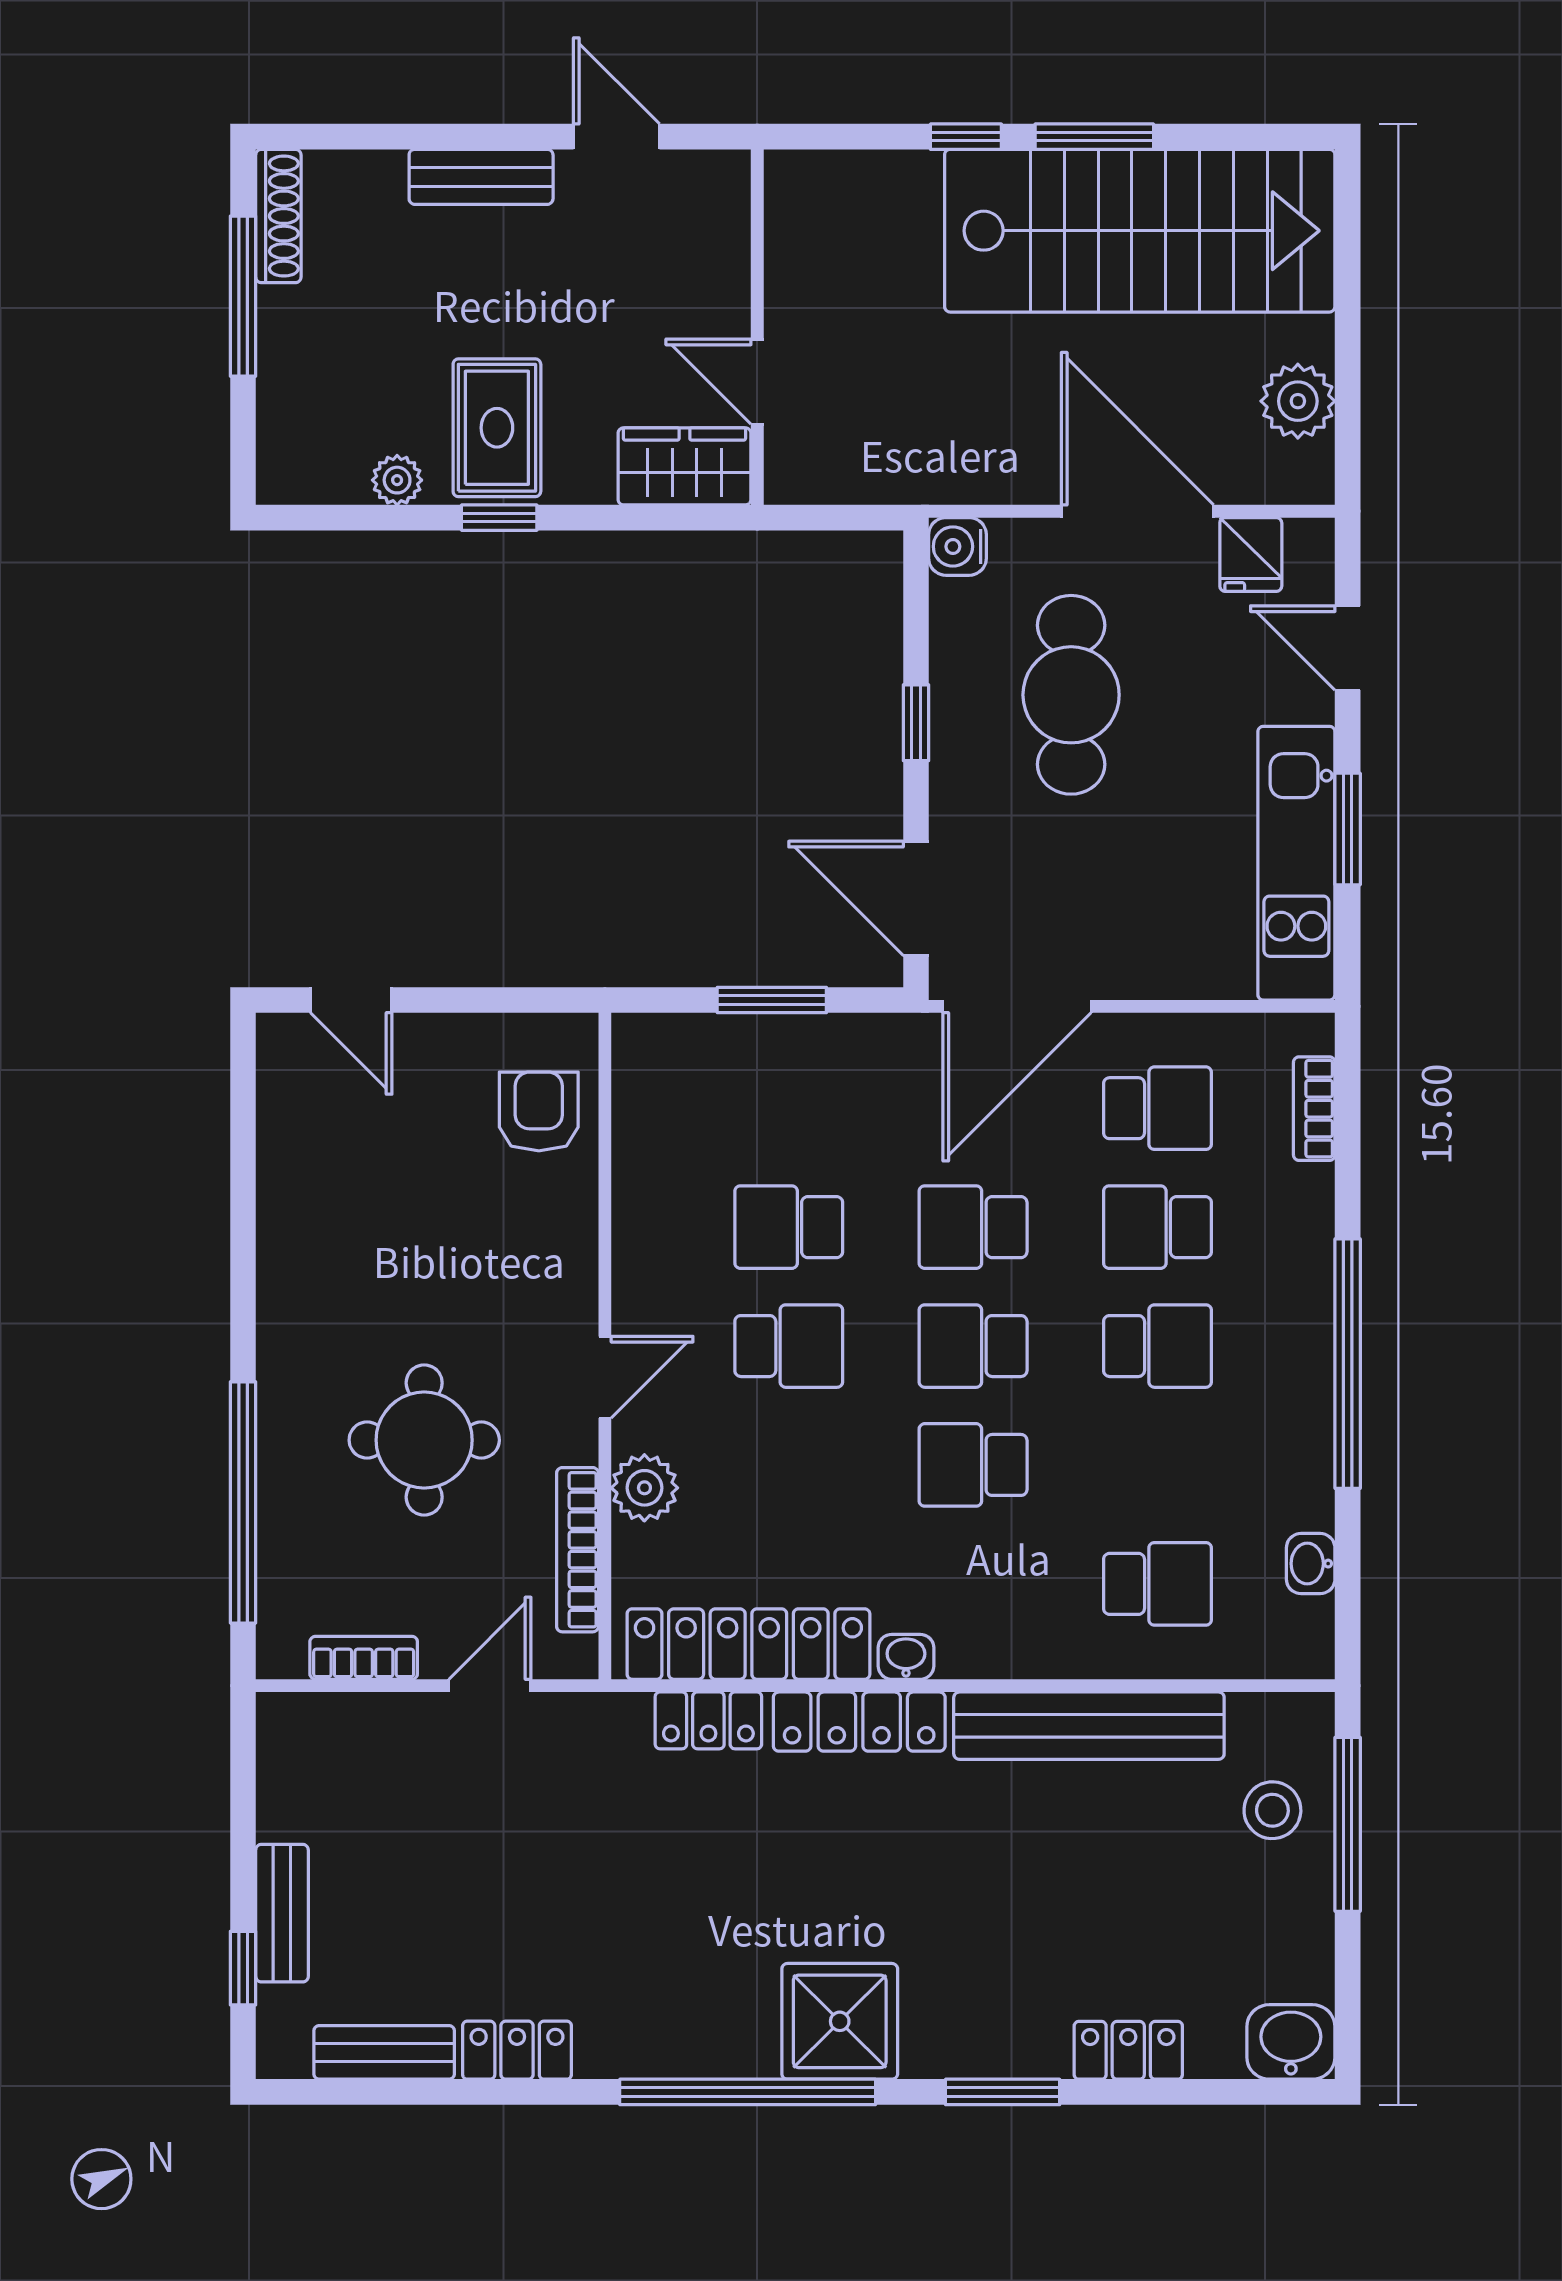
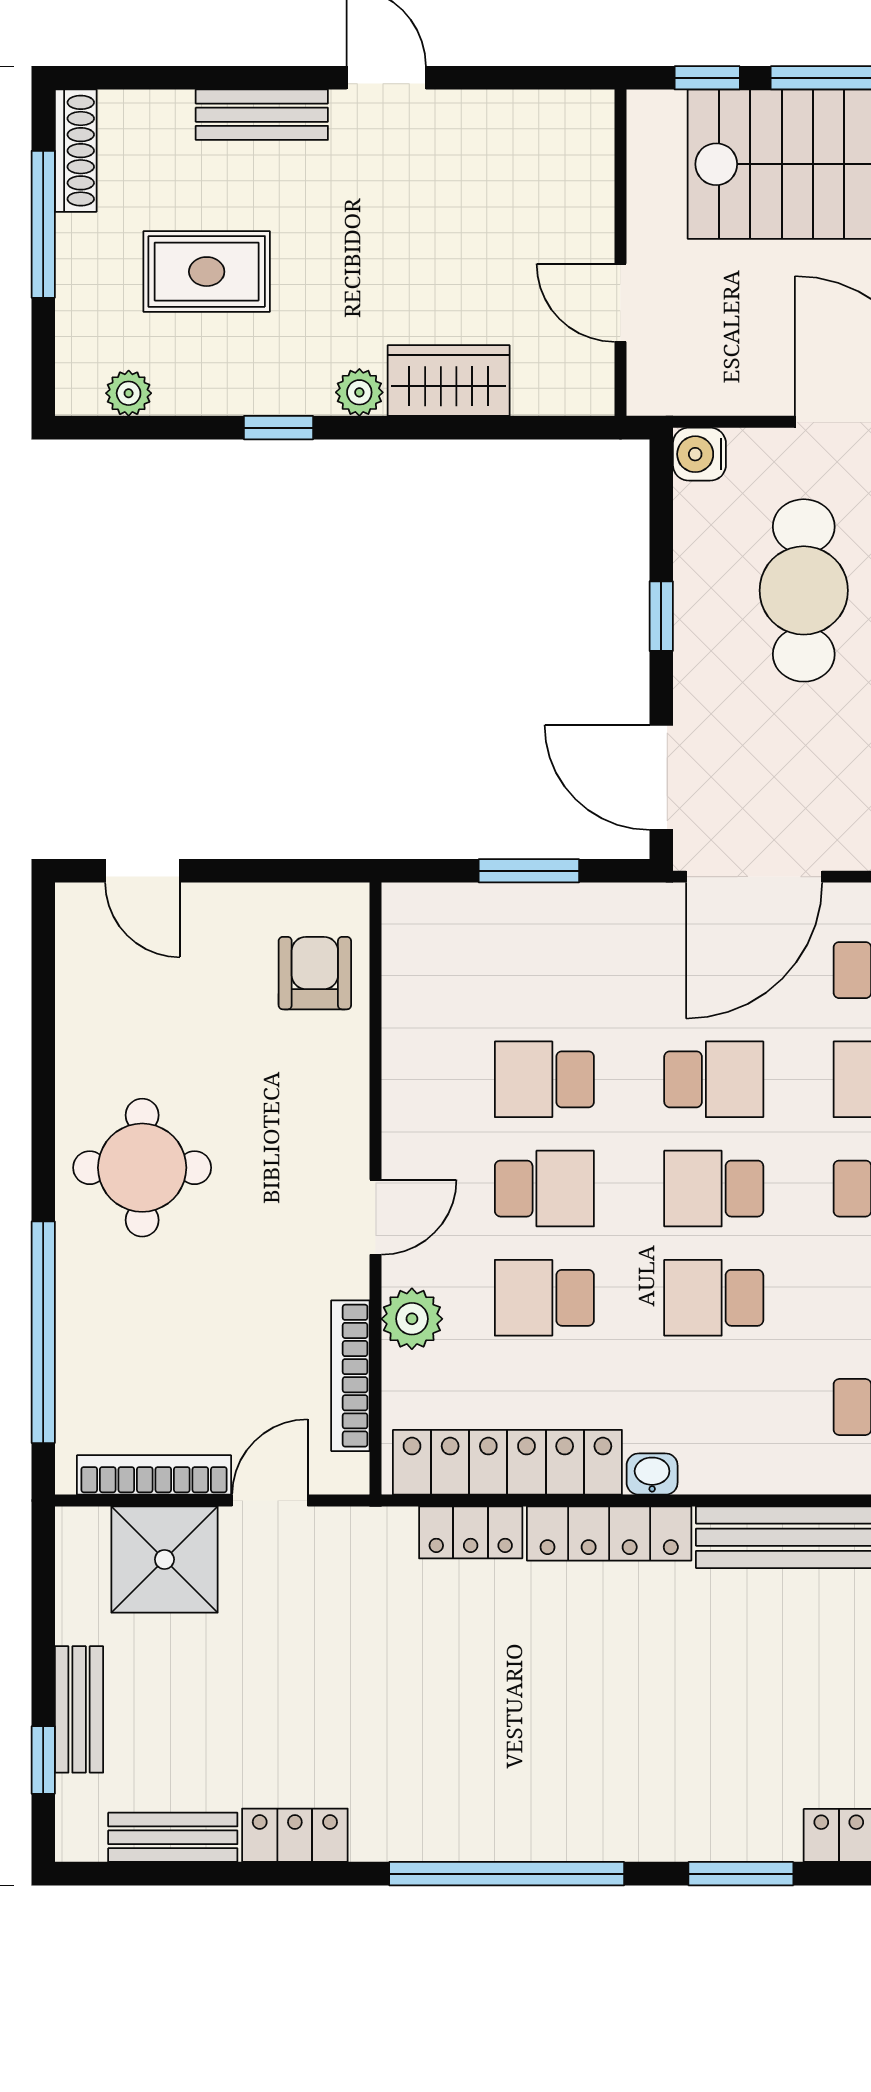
wall: (757, 327) -> (620, 253), moved
door: (757, 382) -> (620, 303), moved
rug: (497, 428) -> (207, 272), moved, turned 90
plant: (587, 479) -> (359, 392), added
plant: (397, 480) -> (129, 393), moved
school desk: (973, 1227) -> (714, 1079), turned 180
round table: (424, 1440) -> (142, 1168), moved
school desk: (789, 1465) -> (544, 1298), added
bookcase: (364, 1658) -> (154, 1475), width x1.56
shower: (840, 2021) -> (164, 1559), moved

